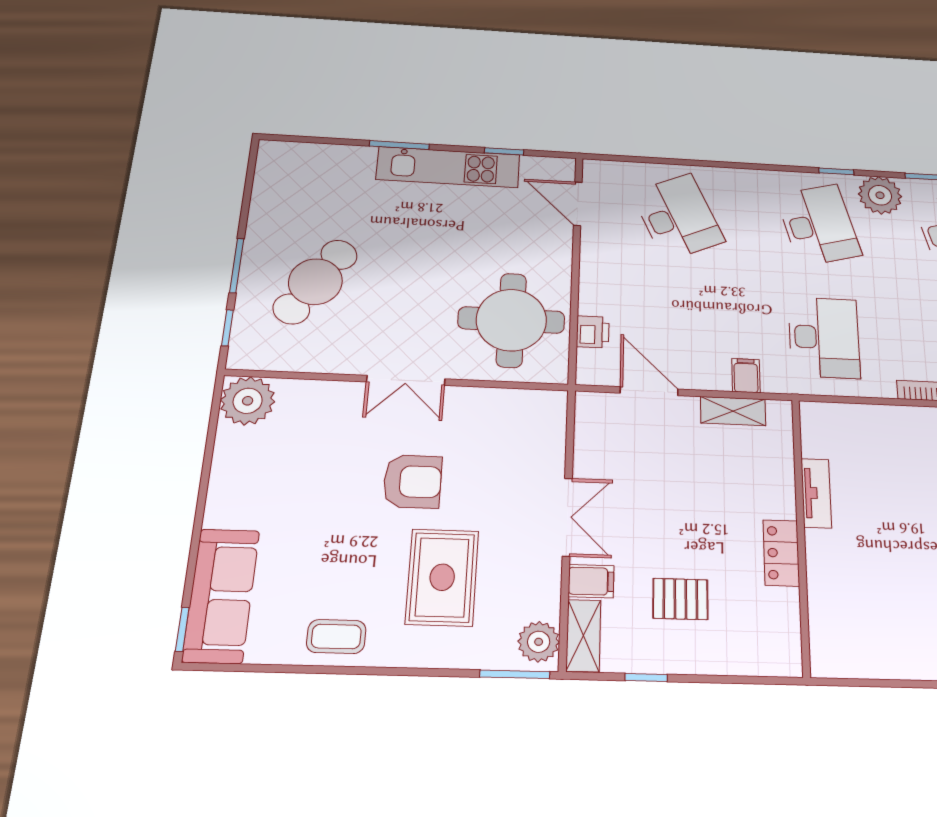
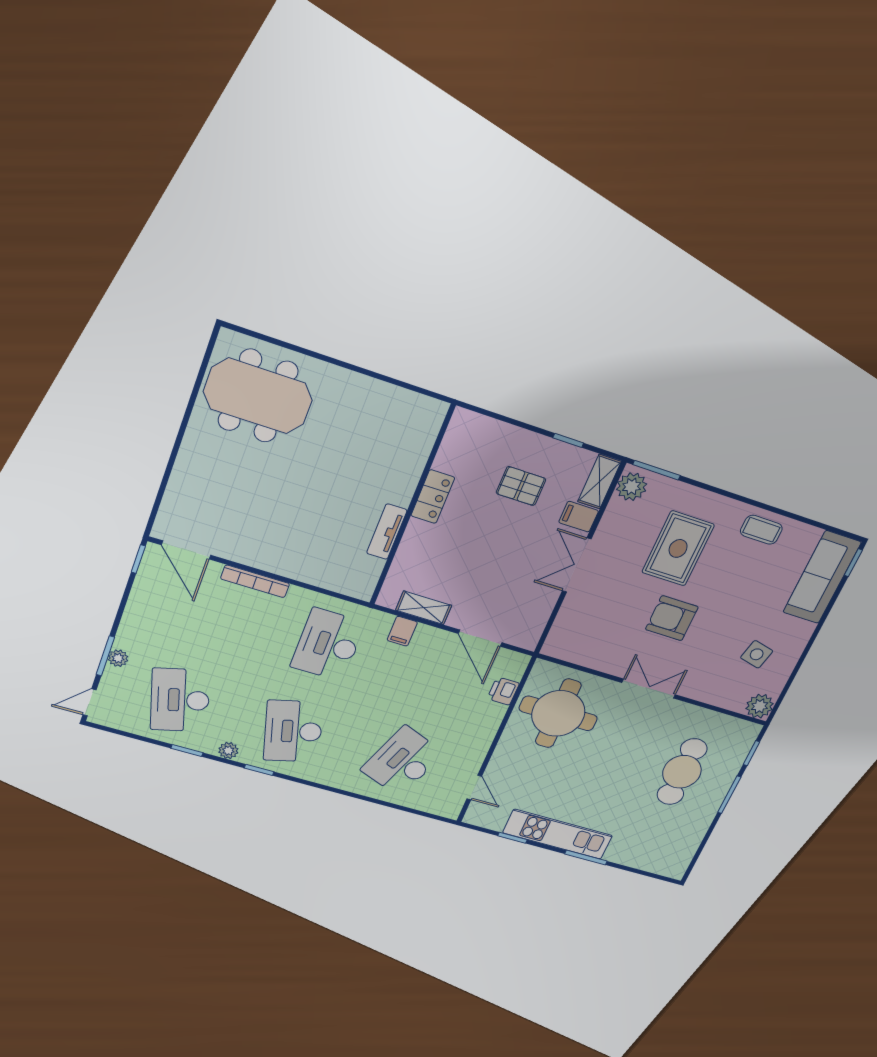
plant: (880, 195) -> (228, 751), width x0.53, depth x0.53
door: (578, 204) -> (474, 788), width x0.73
desk: (678, 217) -> (402, 761), turned 45
cafe table: (315, 282) -> (682, 772), turned -32
plant: (248, 401) -> (760, 706), width x0.73, depth x0.73
side table: (274, 463) -> (757, 654), added

